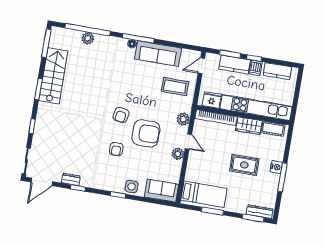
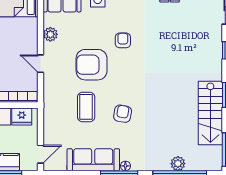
coffee table: (175, 87) -> (86, 107), moved, turned 90
armchair: (121, 115) -> (123, 114), moved
plant: (183, 119) -> (51, 88), removed
plant: (178, 154) -> (50, 34), moved

